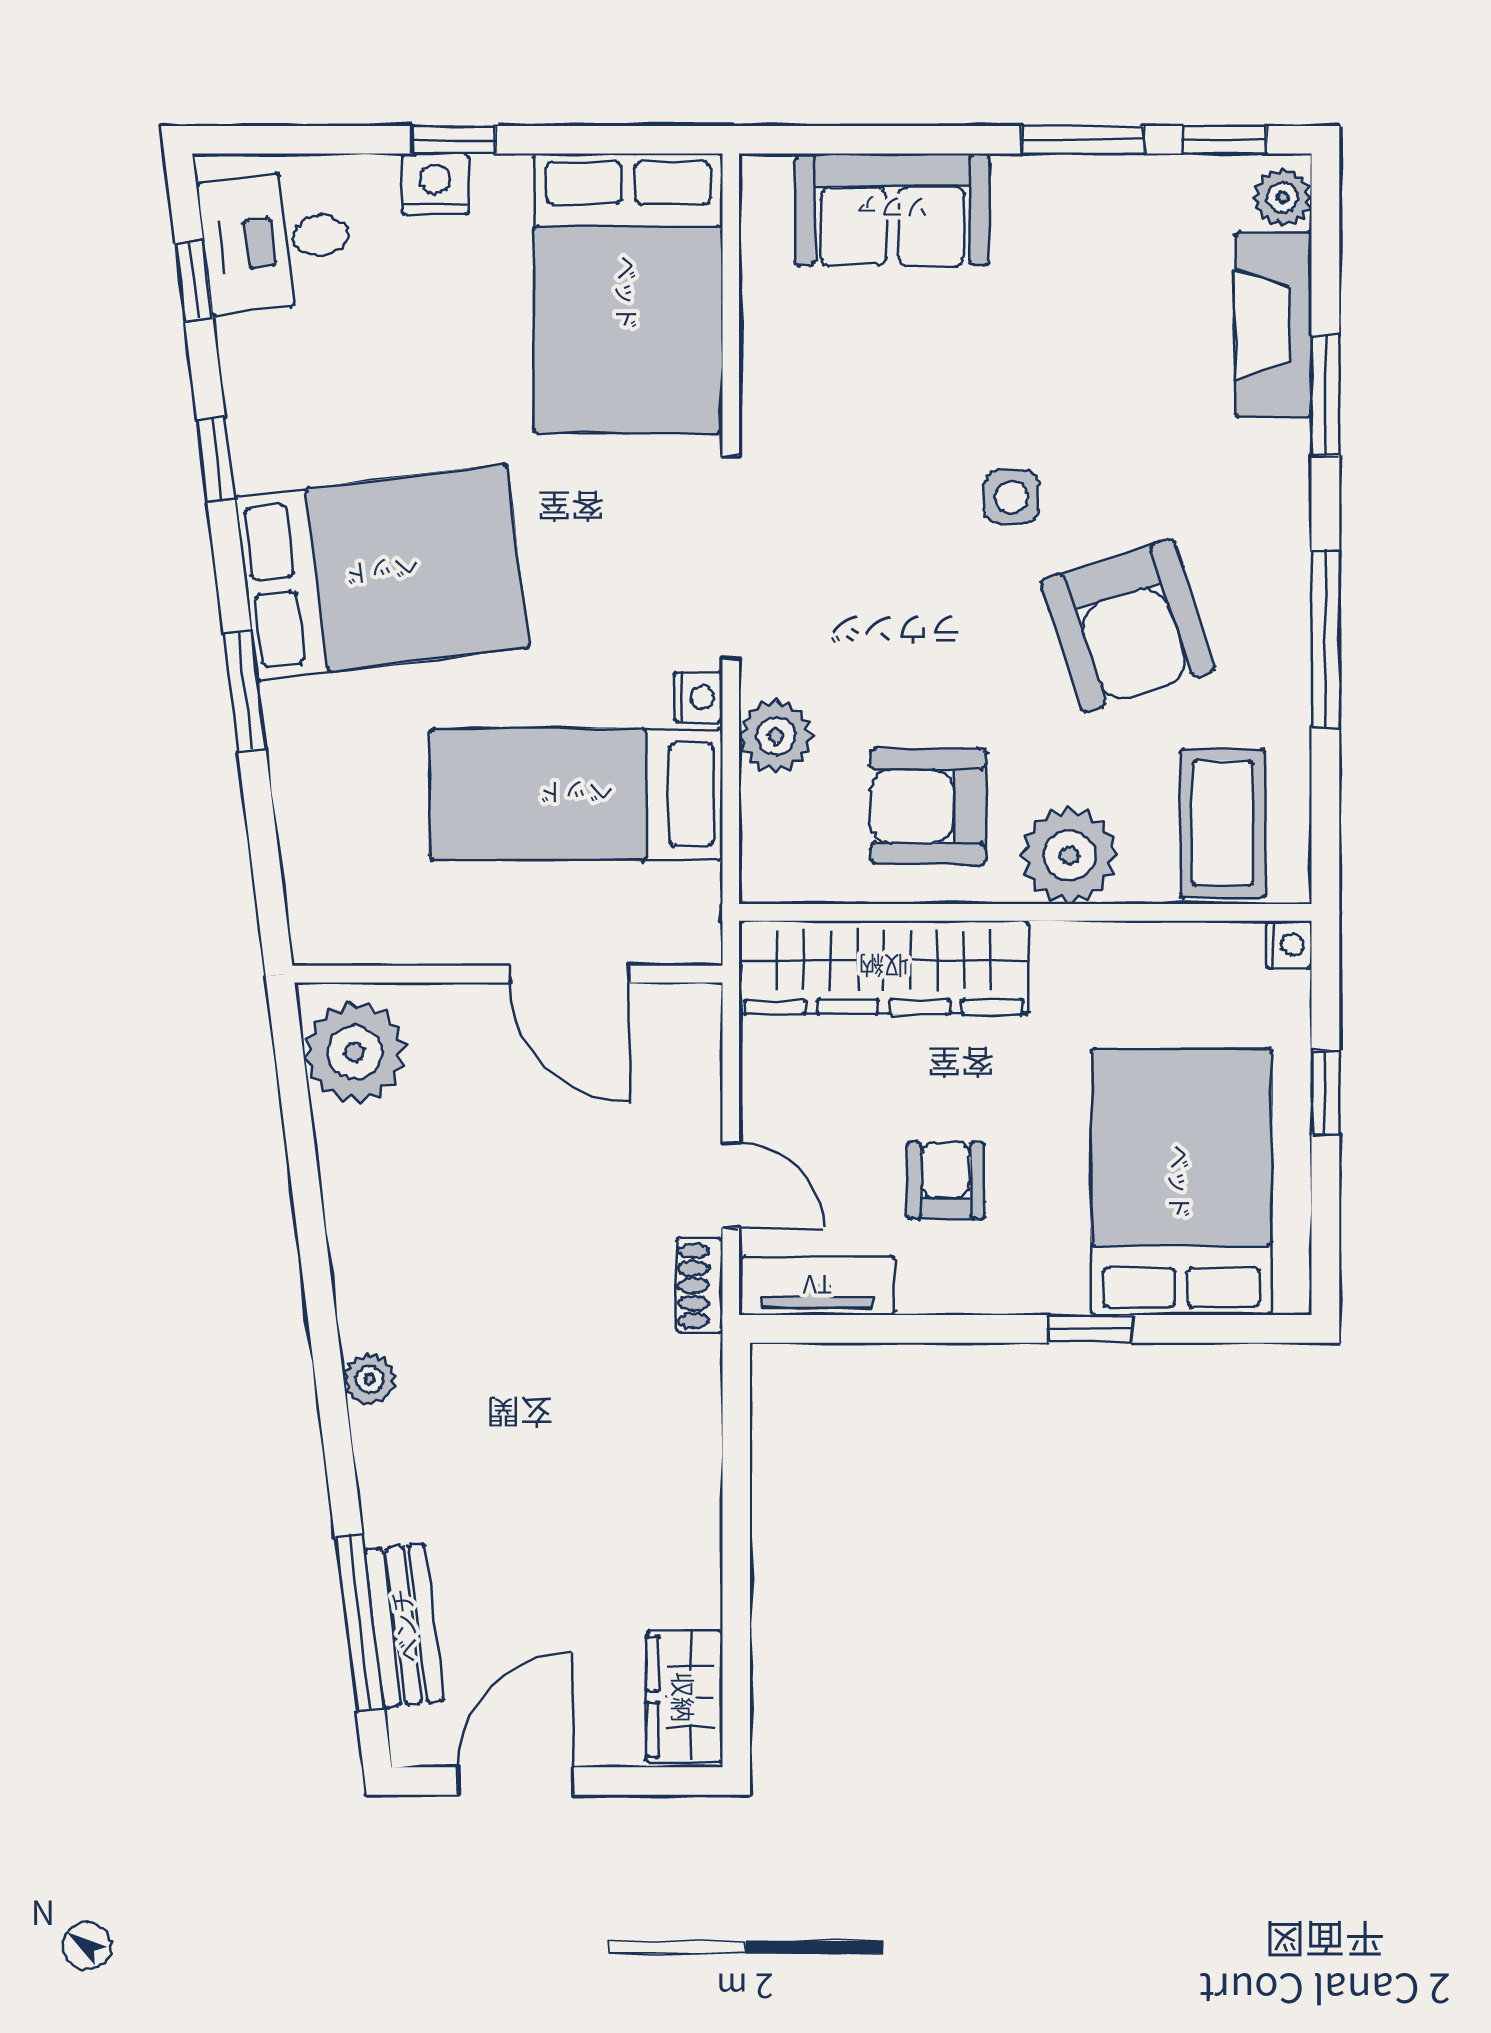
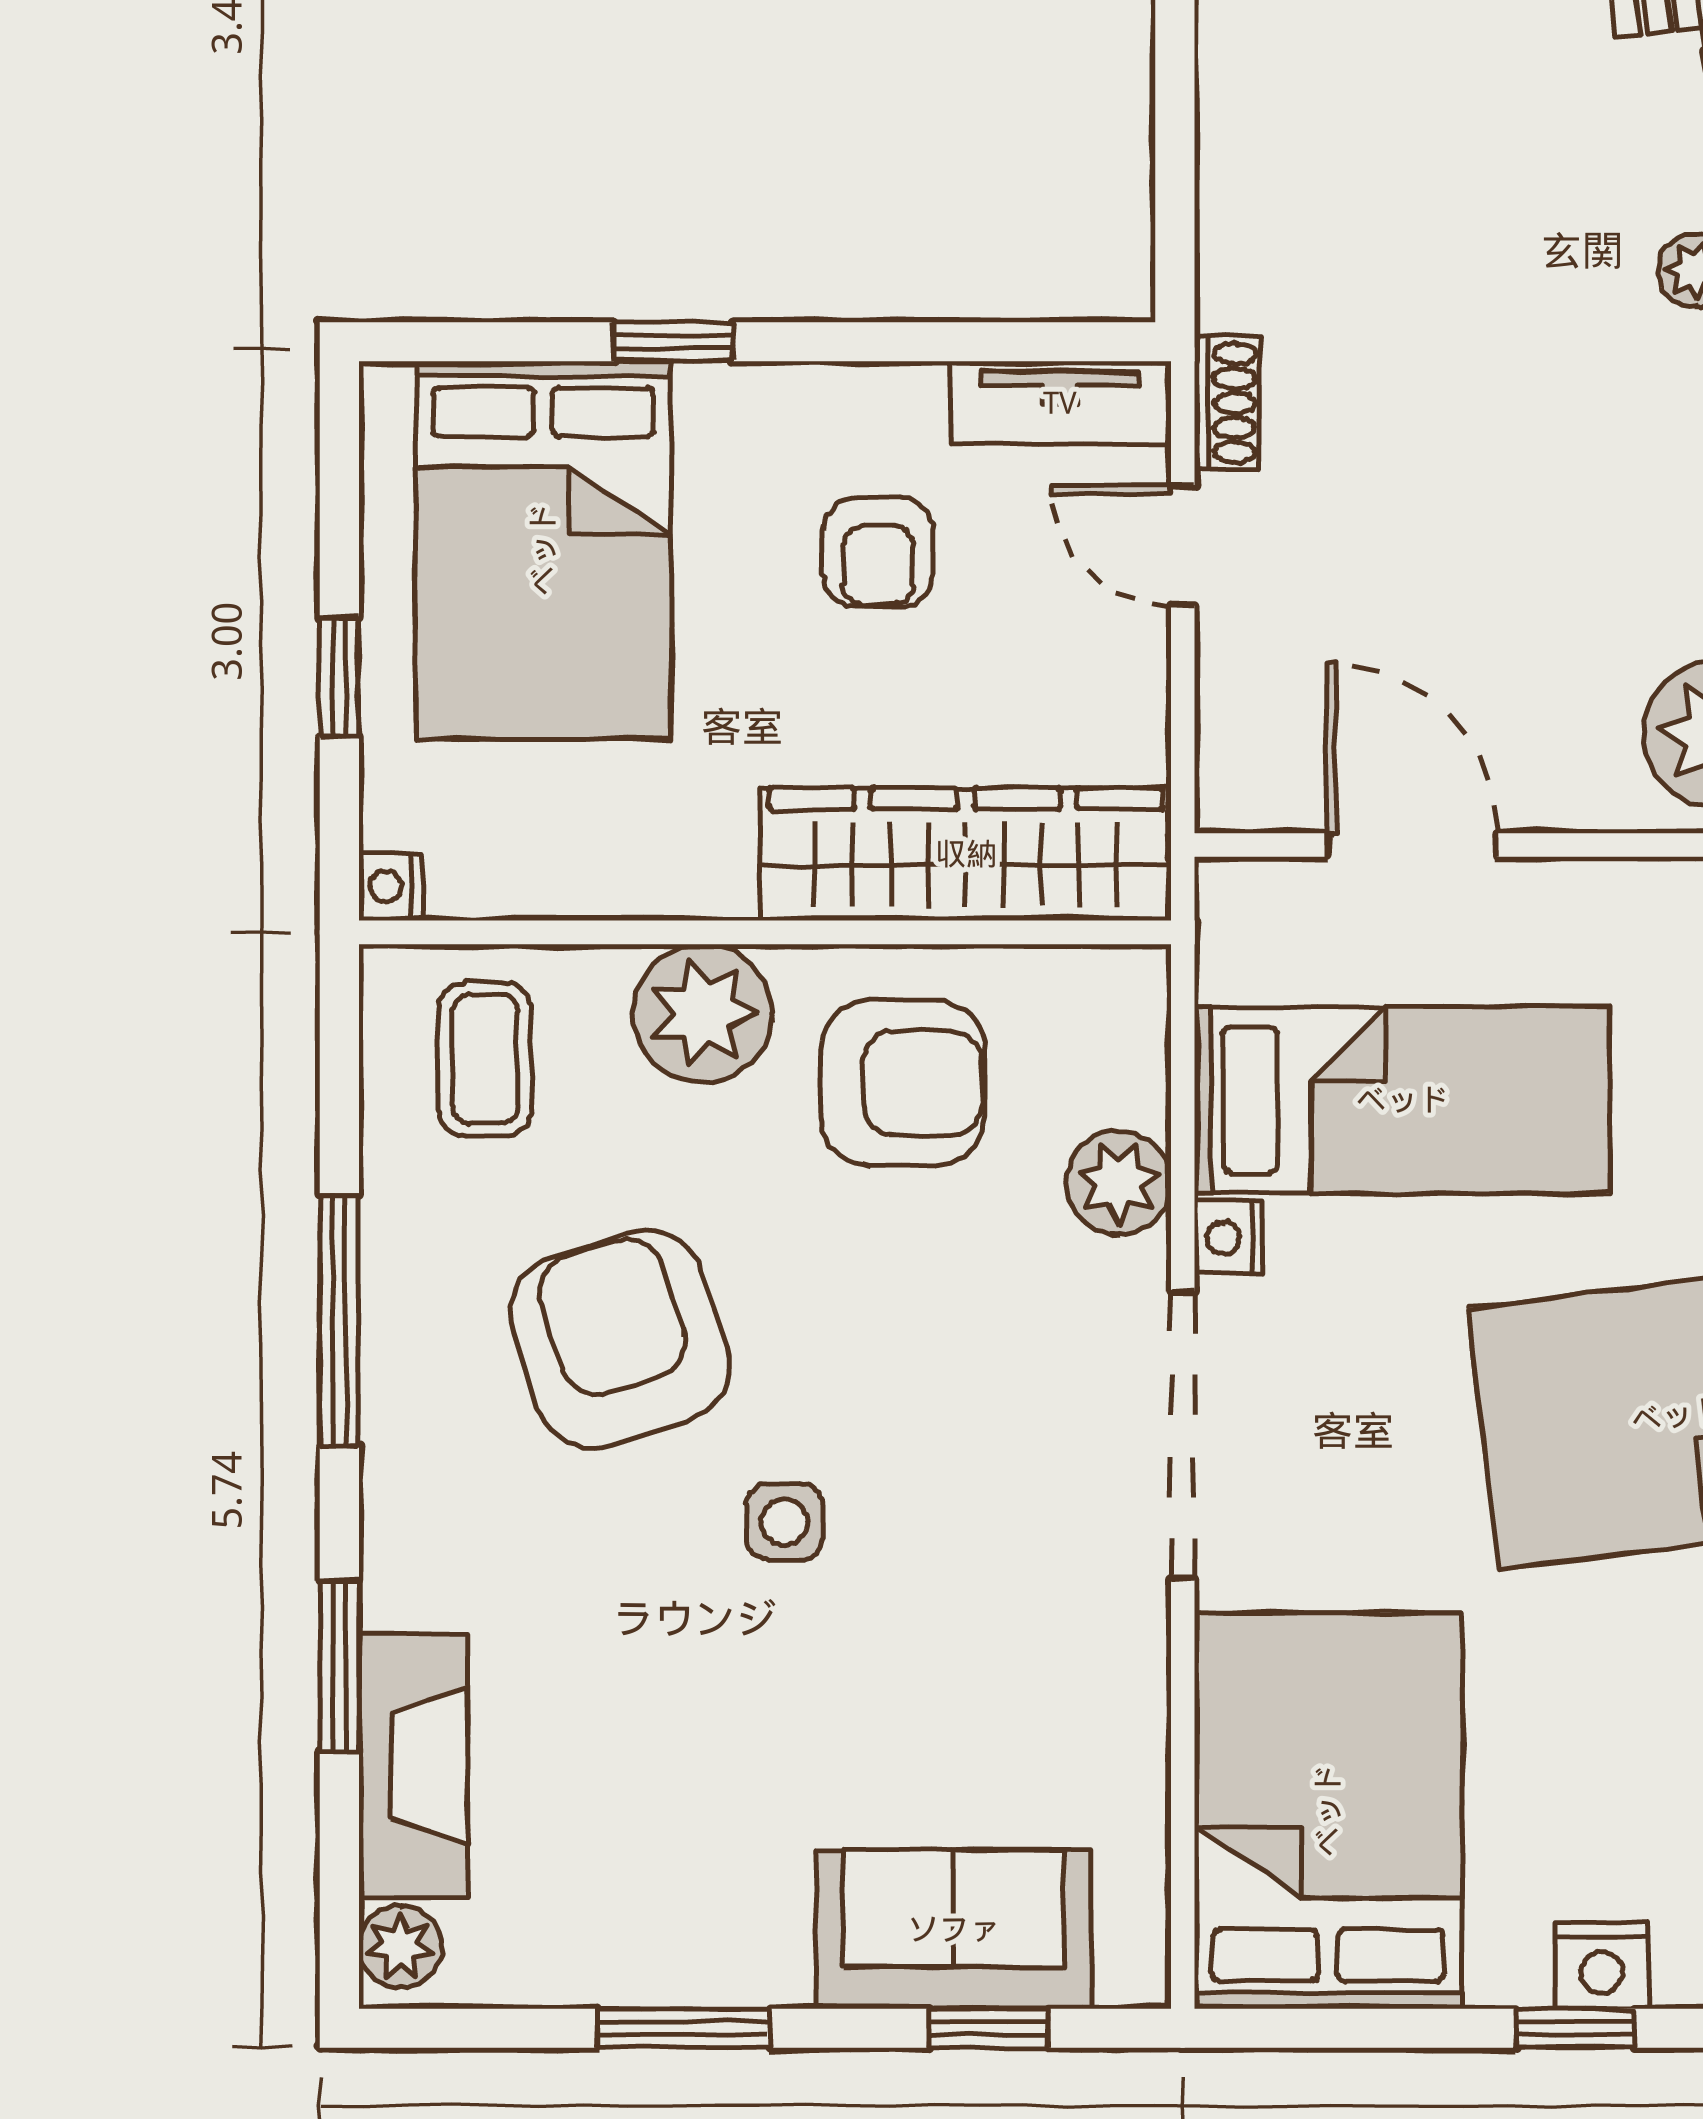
window: (1225, 140) -> (988, 2028), moved
coffee table: (1223, 823) -> (485, 1059), width x0.73, depth x0.77

